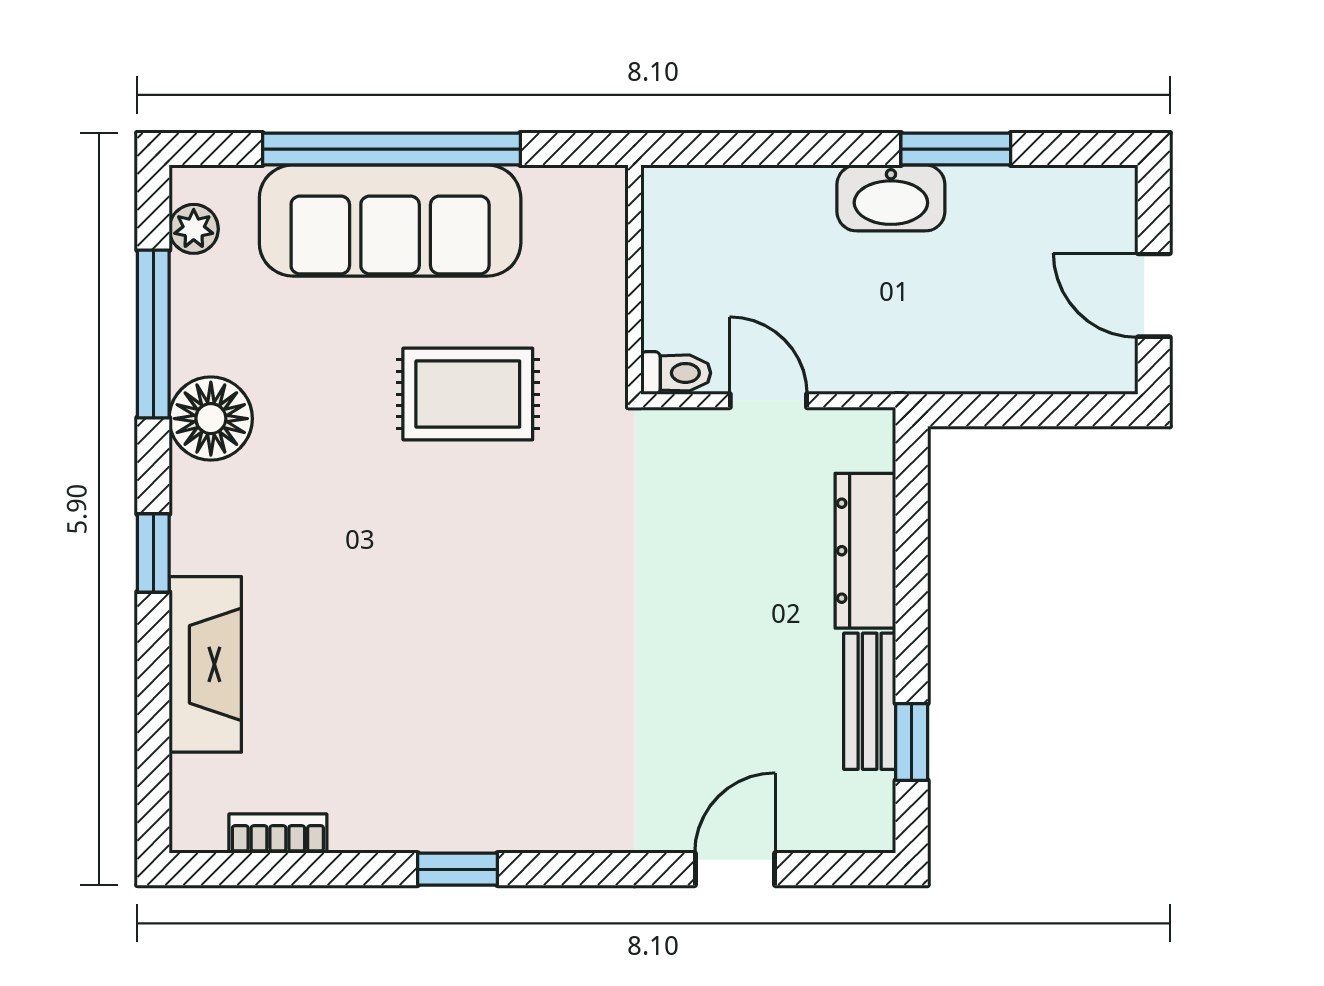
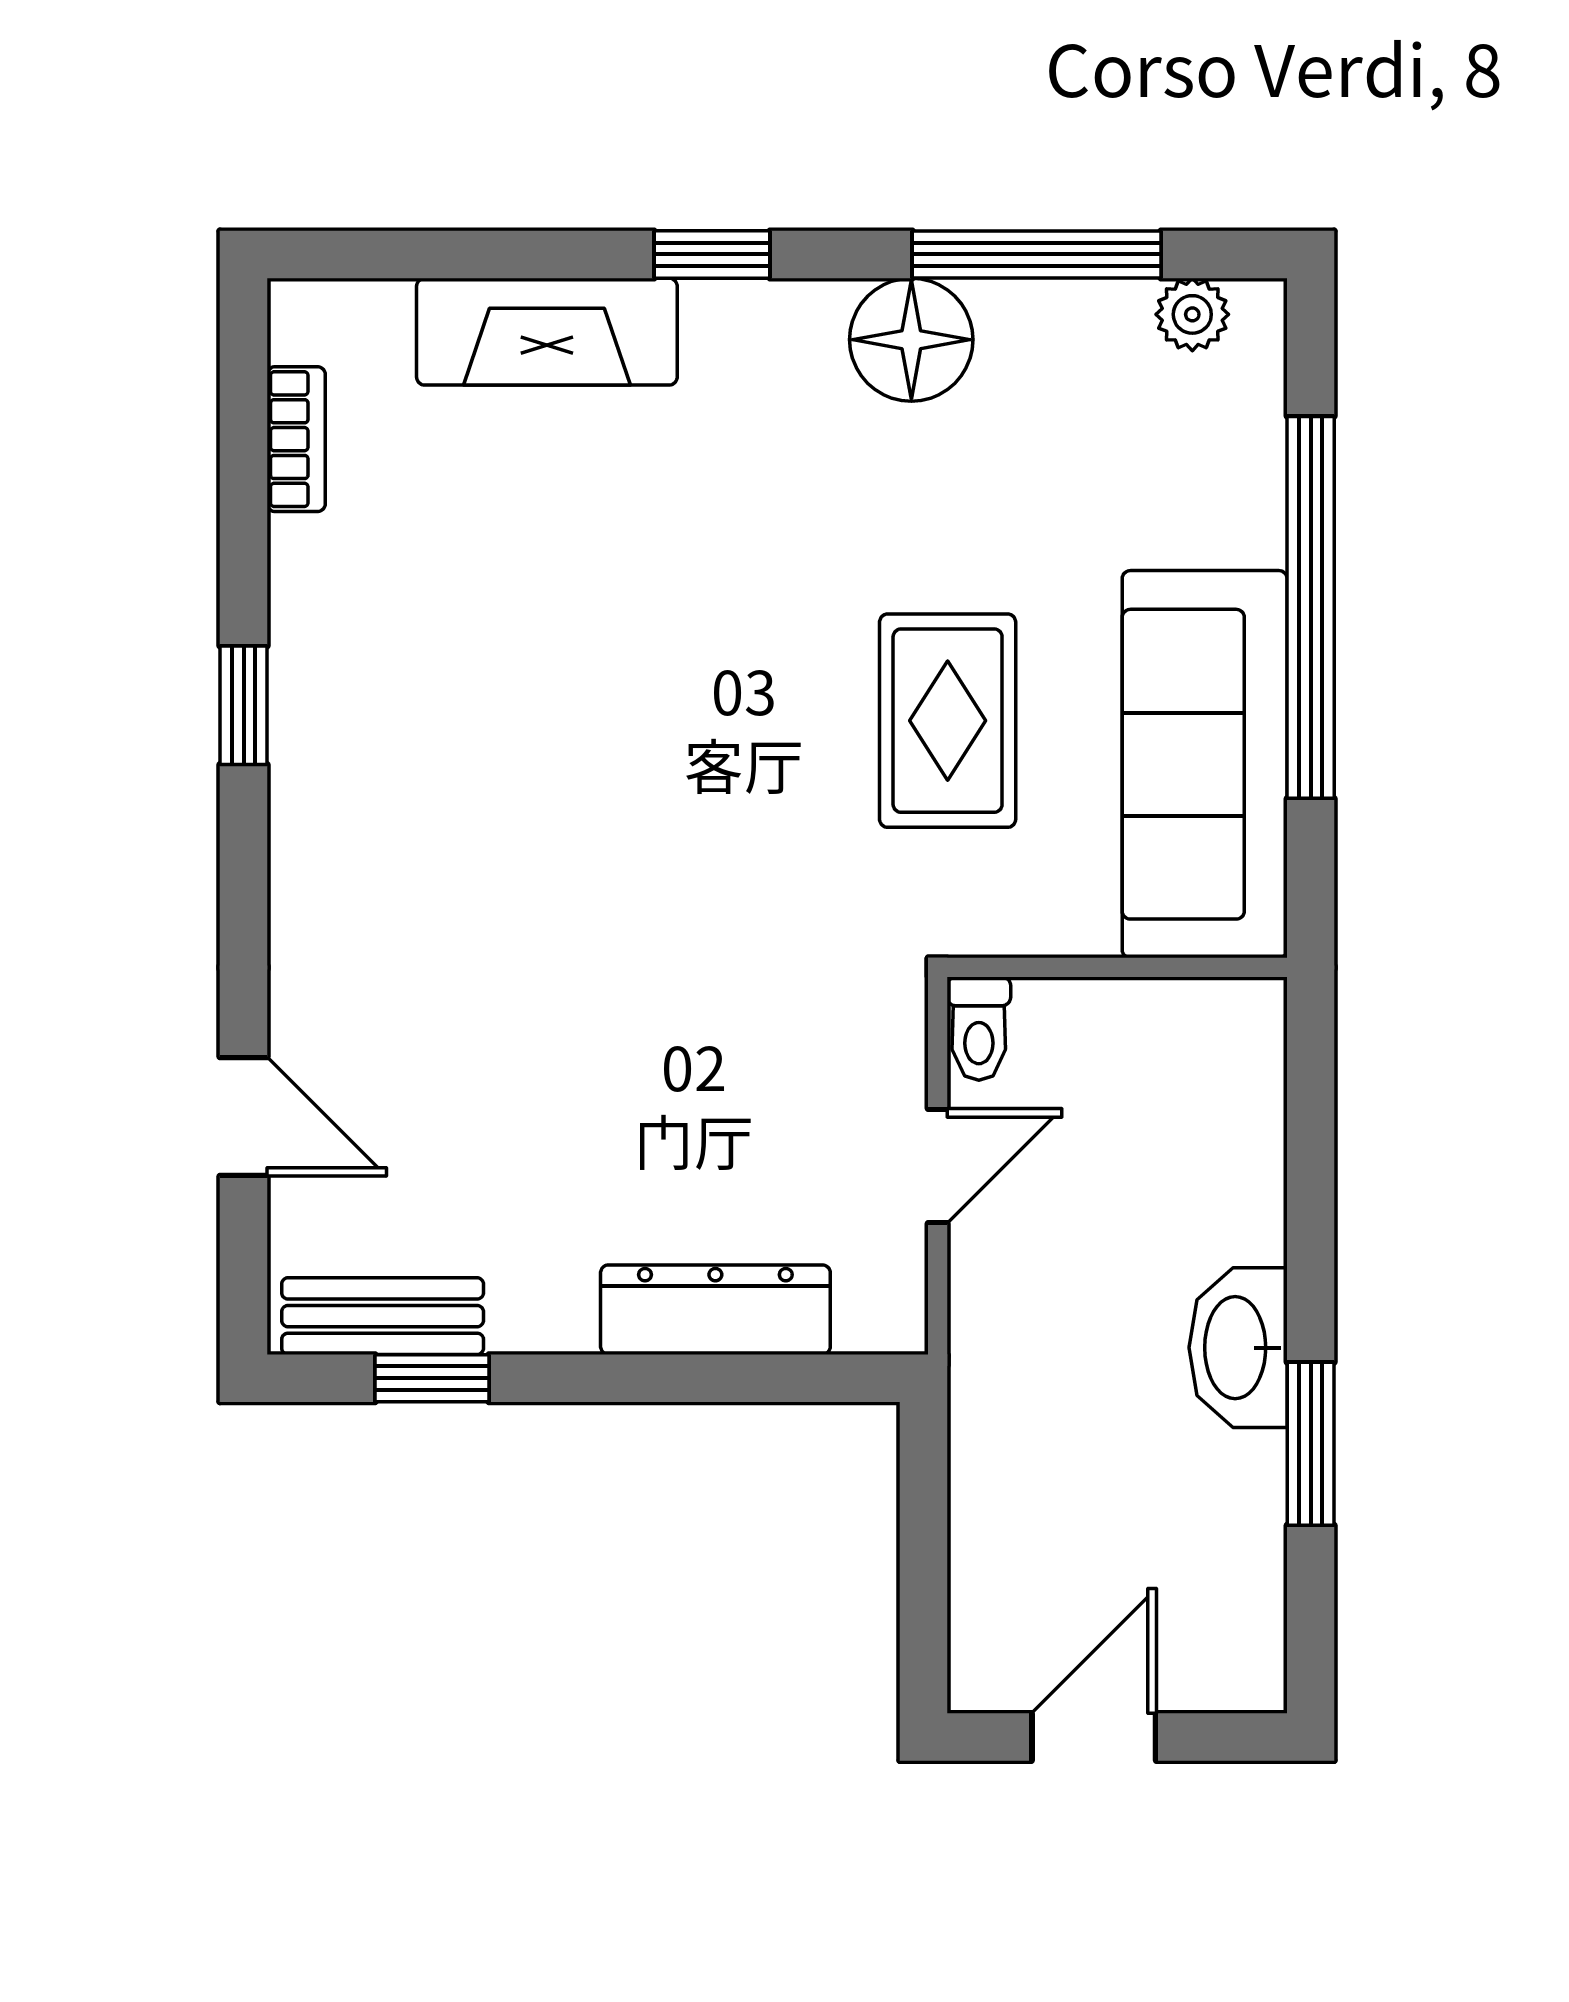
sofa: (390, 221) -> (1205, 764), moved
bench: (870, 701) -> (383, 1316), moved

